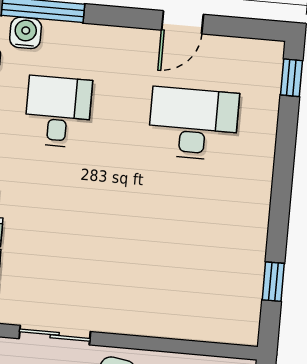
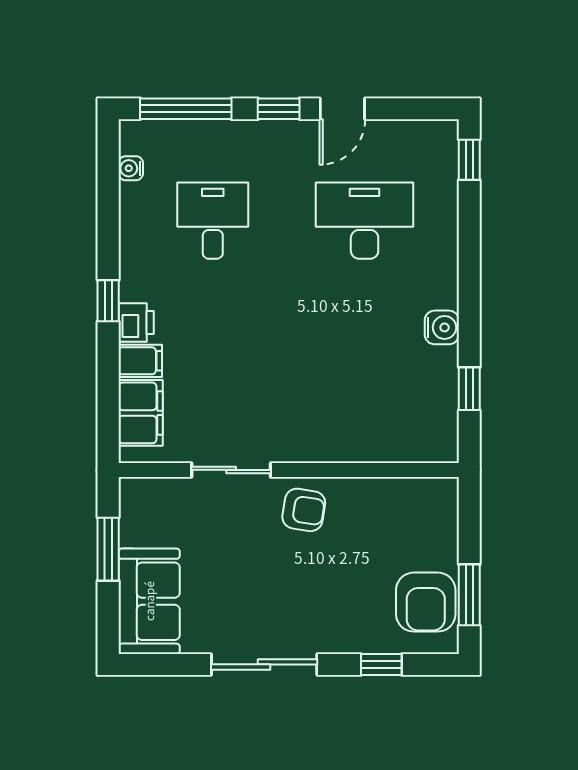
window: (126, 17) -> (279, 109), added
water cooler: (26, 33) -> (442, 327), moved, turned 90

